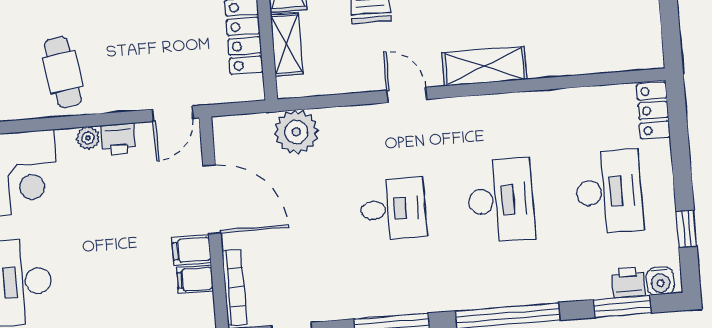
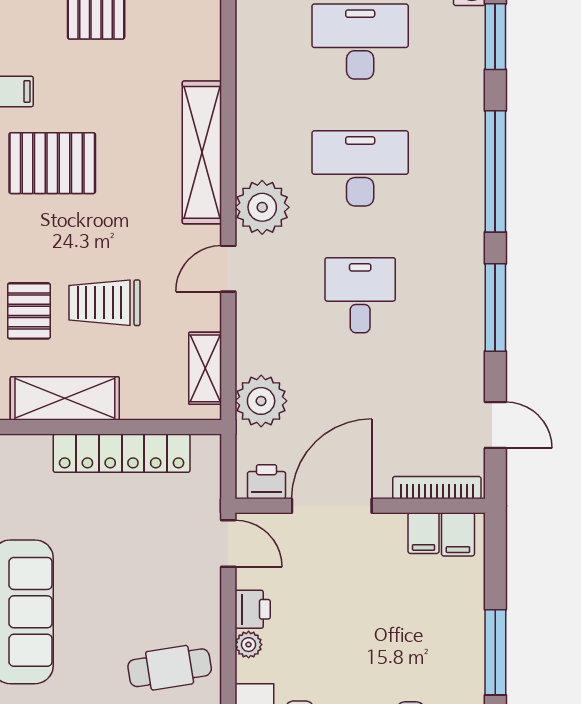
shelving: (287, 44) -> (205, 368), moved, turned 90
shelving: (484, 66) -> (202, 152), width x1.47
plant: (461, 120) -> (262, 207), added
filing cabinet: (191, 250) -> (458, 534), moved
printer: (628, 282) -> (267, 482), moved, turned 90

